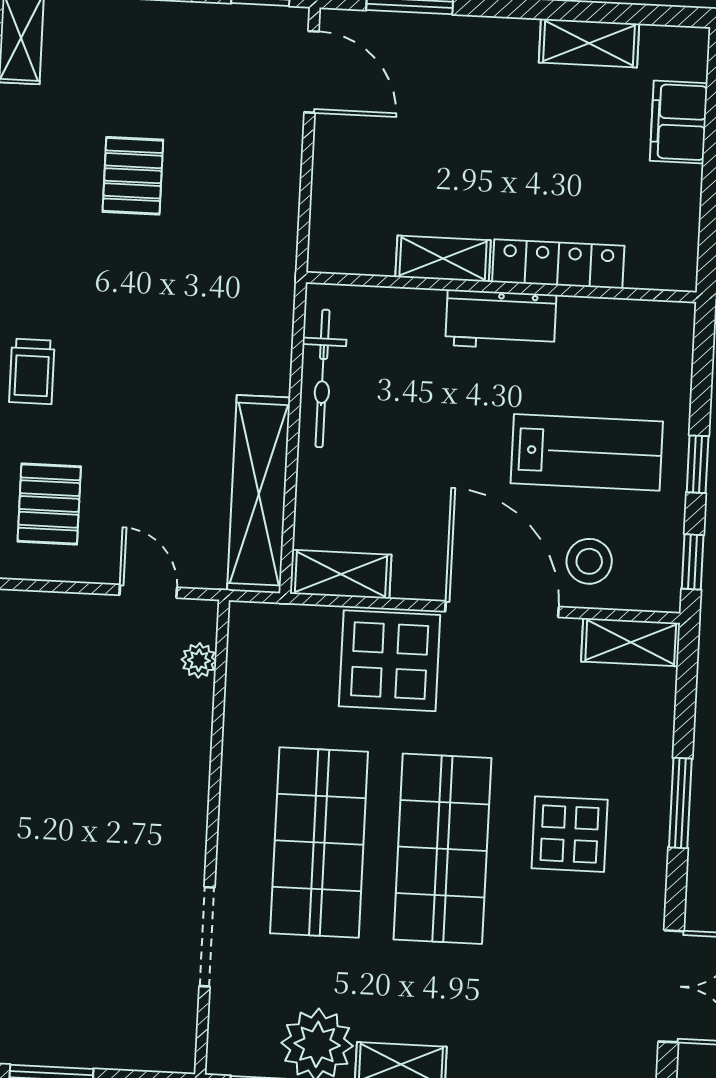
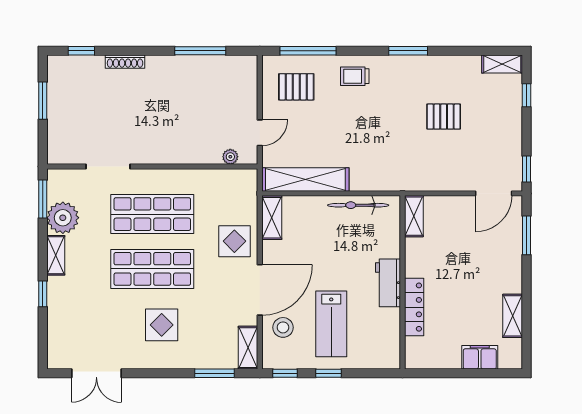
shelving: (443, 259) -> (414, 216), moved
display table: (390, 661) -> (234, 241), width x0.73, depth x0.73
window: (680, 803) -> (215, 373), moved

